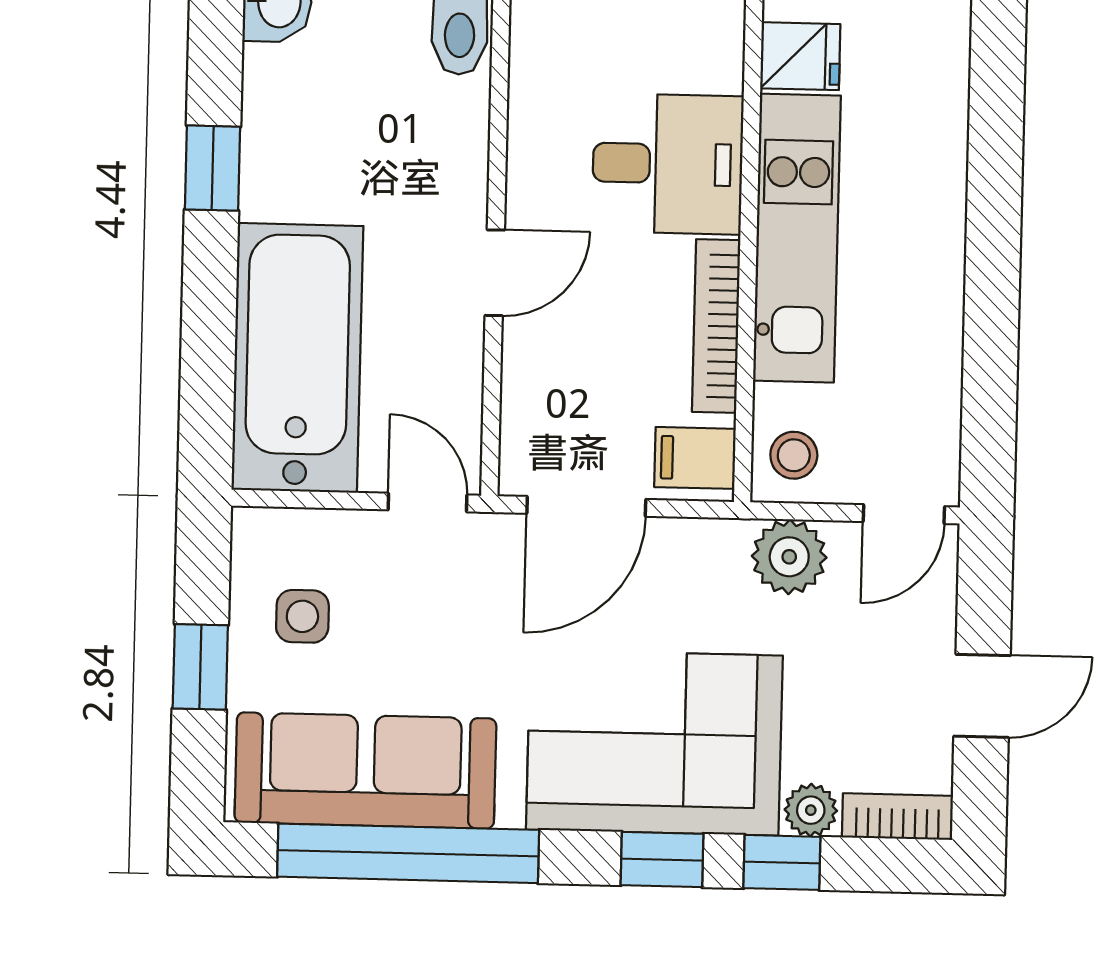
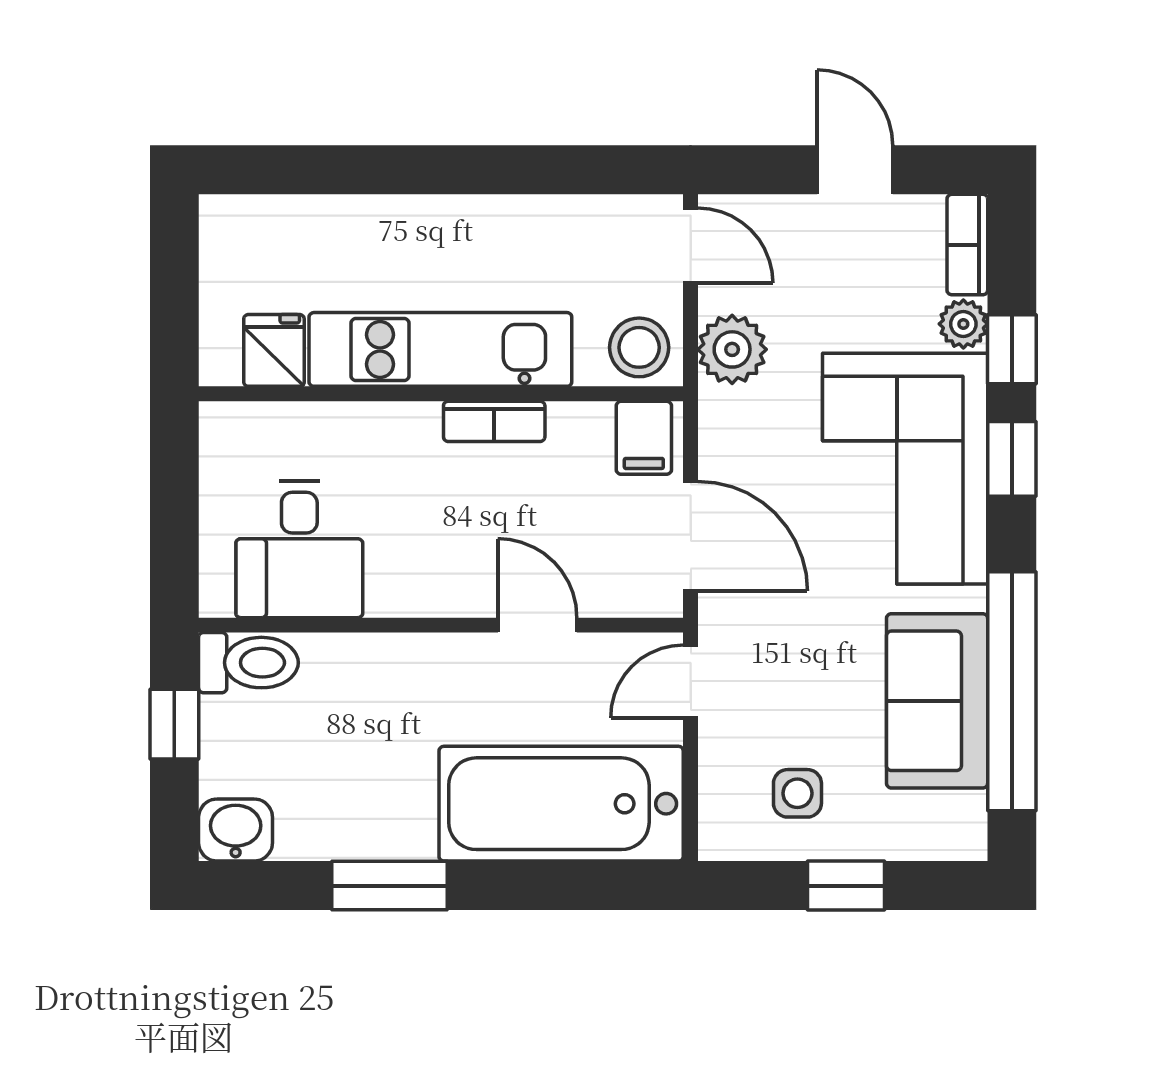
desk: (668, 164) -> (299, 550), moved, turned 180
window: (213, 168) -> (389, 886), width x1.50
door: (495, 273) -> (537, 625), moved
bookcase: (716, 326) -> (494, 421), width x0.64
stool: (794, 455) -> (639, 347), width x1.37, depth x1.37
sofa: (365, 770) -> (937, 701), width x0.73

